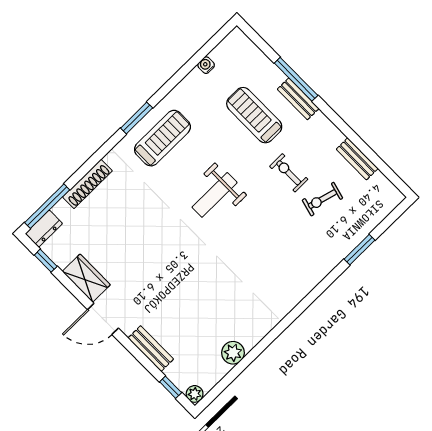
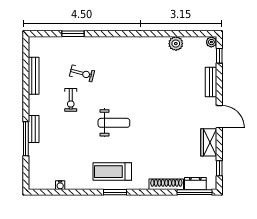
treadmill: (254, 115) -> (61, 141), removed
bench: (357, 159) -> (34, 76), width x1.36
exercise bike: (322, 199) -> (82, 73), moved
dresser: (44, 229) -> (195, 183), moved

